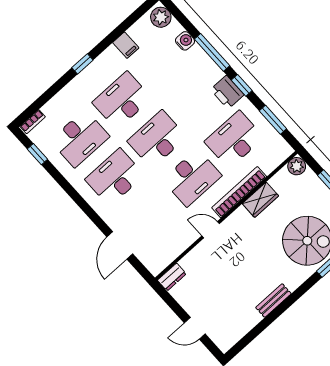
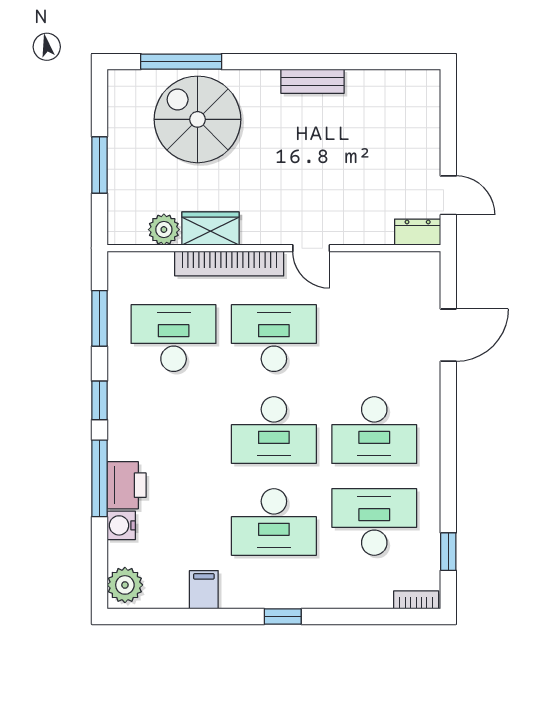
printer: (227, 92) -> (127, 485), moved
desk: (234, 140) -> (174, 338), turned 180
plant: (297, 166) -> (164, 230), moved
door: (195, 328) -> (448, 195), moved

